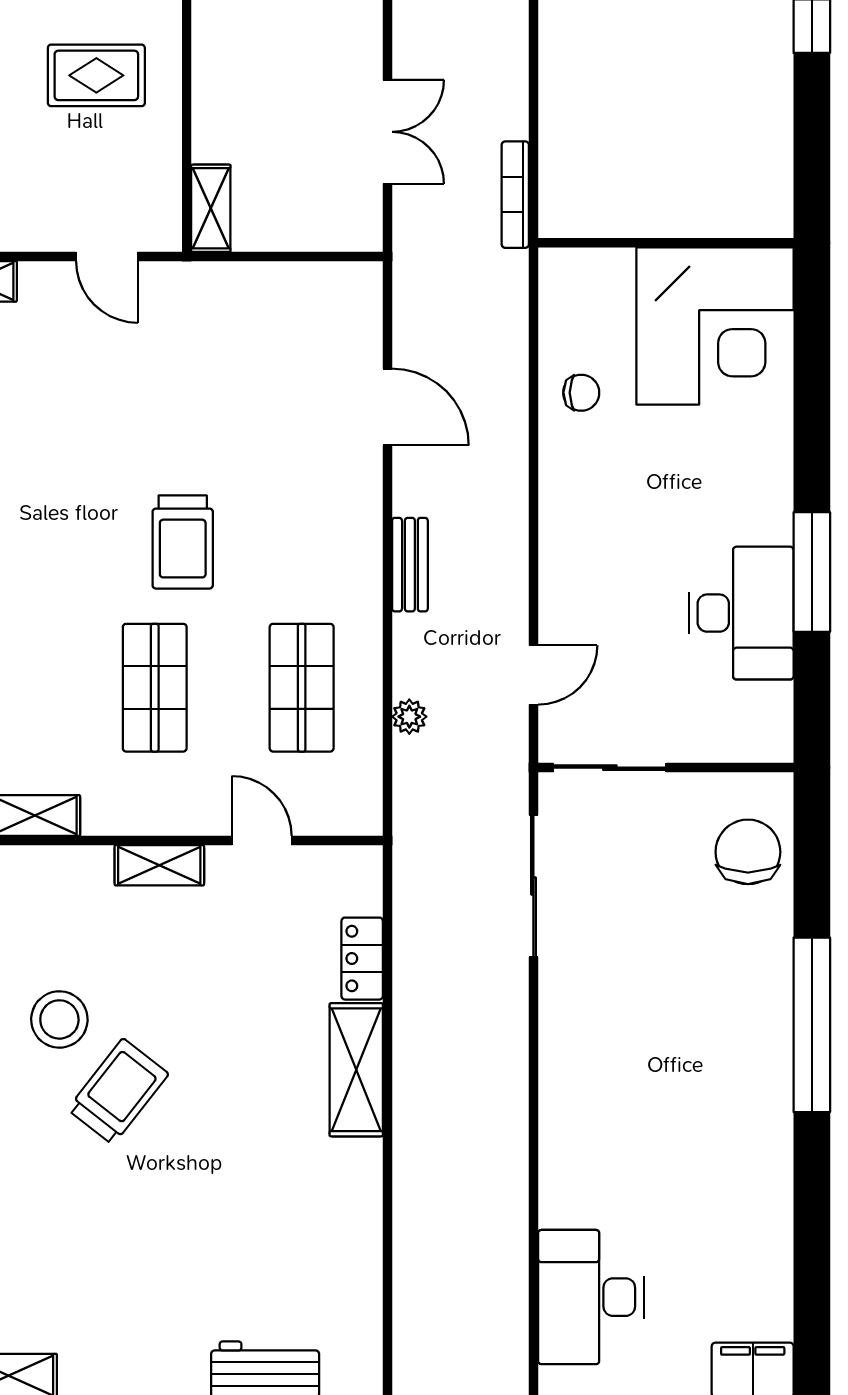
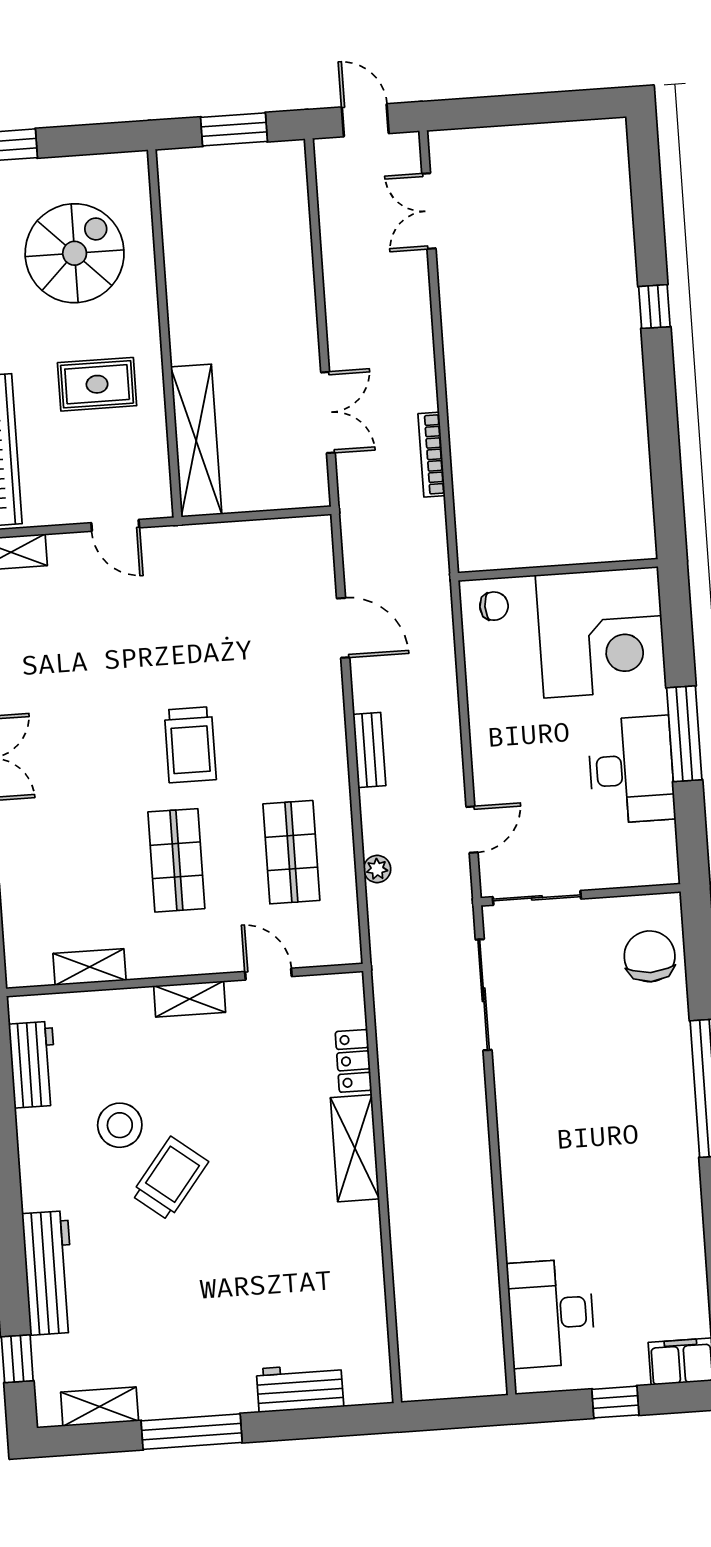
shelving: (211, 208) -> (196, 441), width x2.20, depth x1.33
wall: (666, 243) -> (558, 570), moved
corner desk: (715, 326) -> (601, 632), moved

